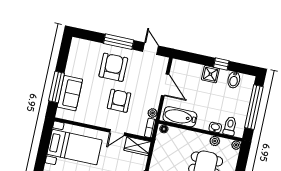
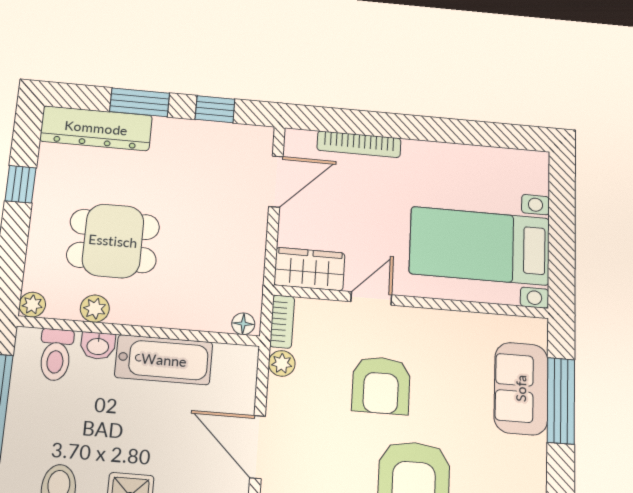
bathtub: (180, 117) -> (164, 360), moved

